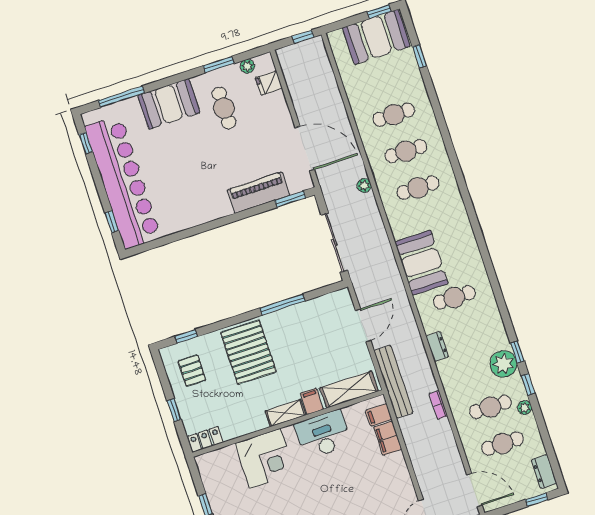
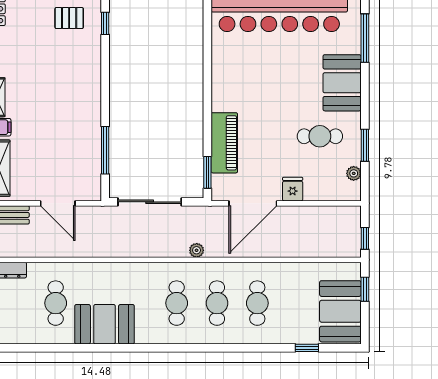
window: (379, 12) -> (365, 289), moved
fridge: (269, 83) -> (293, 189), moved
booth: (421, 263) -> (104, 324), moved
window: (282, 305) -> (105, 150), moved
pallet: (248, 352) -> (69, 80), removed

